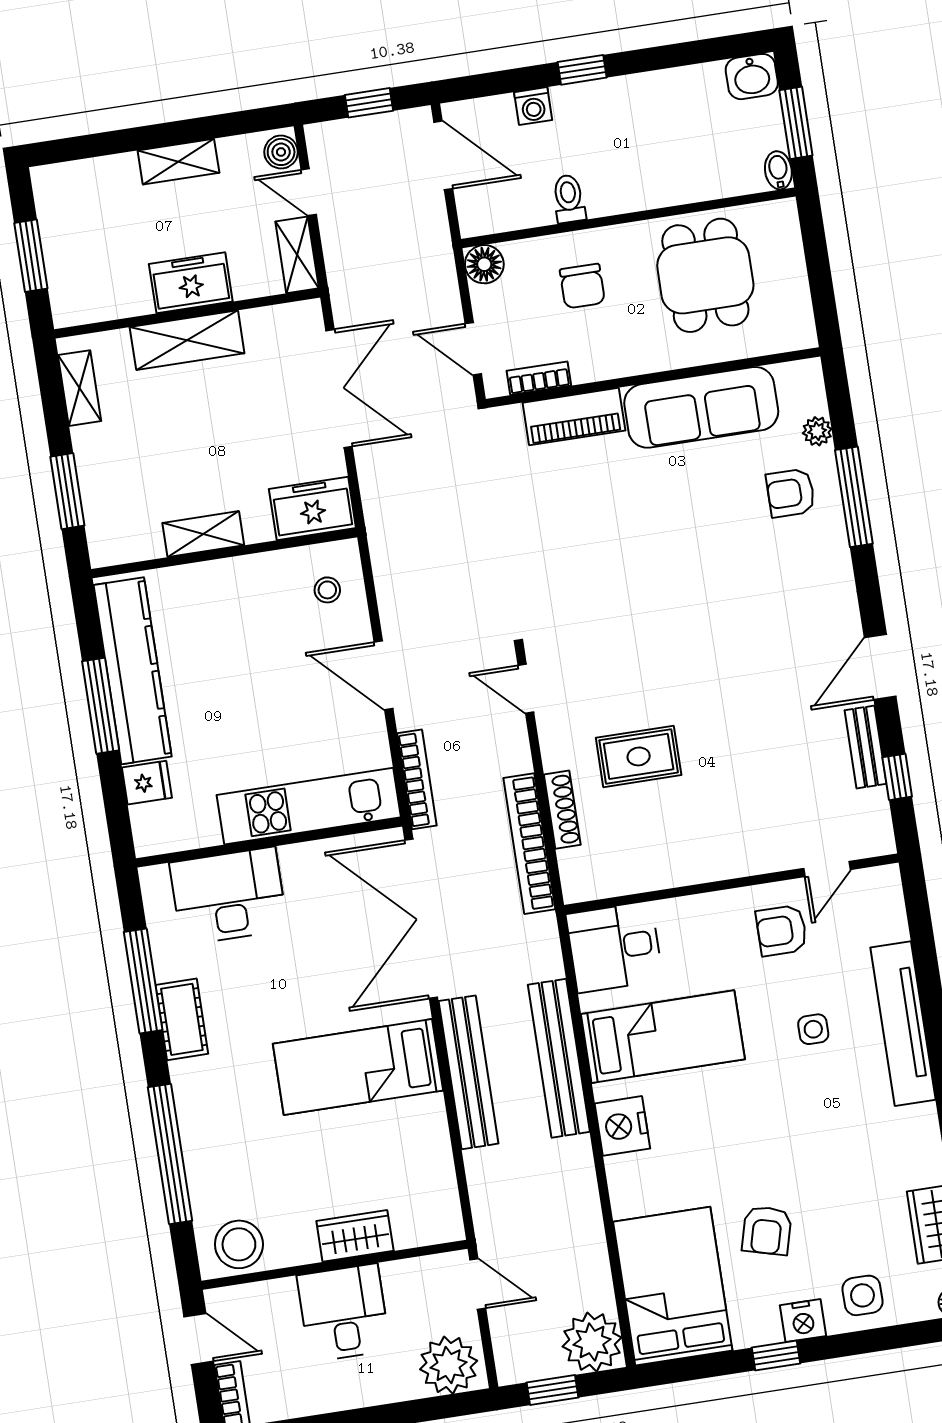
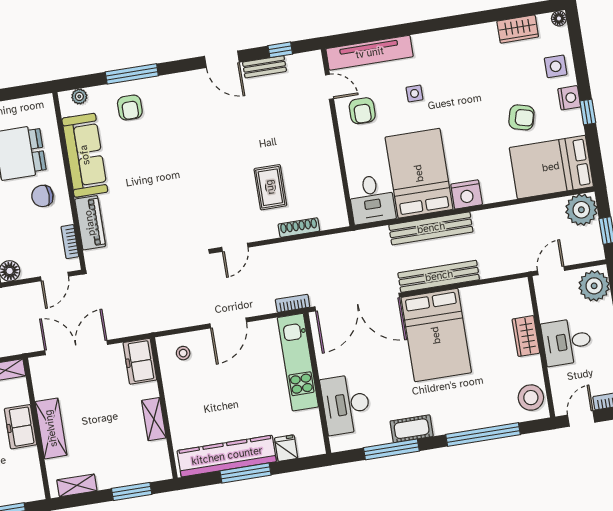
chair: (582, 286) -> (42, 196), moved, turned 180
plant: (817, 431) -> (79, 96), moved
bookcase: (417, 779) -> (293, 303), width x0.64
bookcase: (529, 844) -> (317, 245), removed
tv unit: (903, 1024) -> (370, 53), moved
bed: (663, 1037) -> (419, 173), width x1.50
bed: (358, 1067) -> (436, 335), width x1.50

